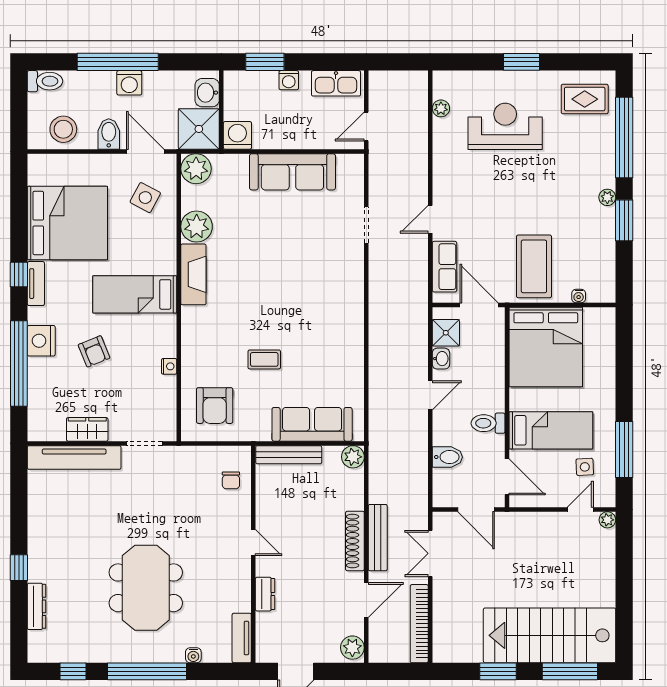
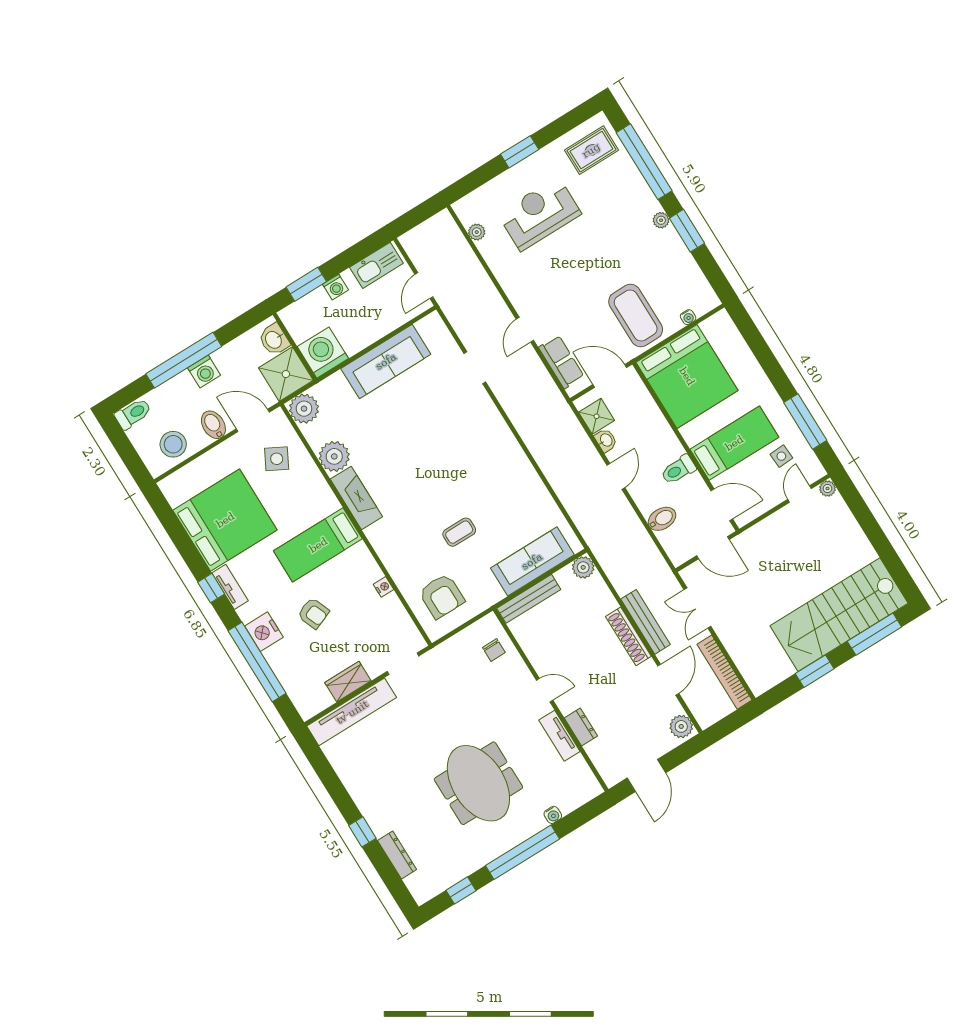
washing machine: (237, 135) -> (323, 353), width x1.37, depth x1.37
tv unit: (242, 638) -> (559, 736), moved

